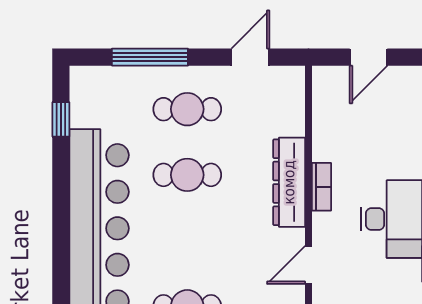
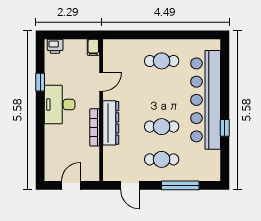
door: (250, 57) -> (130, 185), hinge flipped
window: (61, 119) -> (225, 128), moved
bookcase: (321, 187) -> (95, 127), width x1.56

